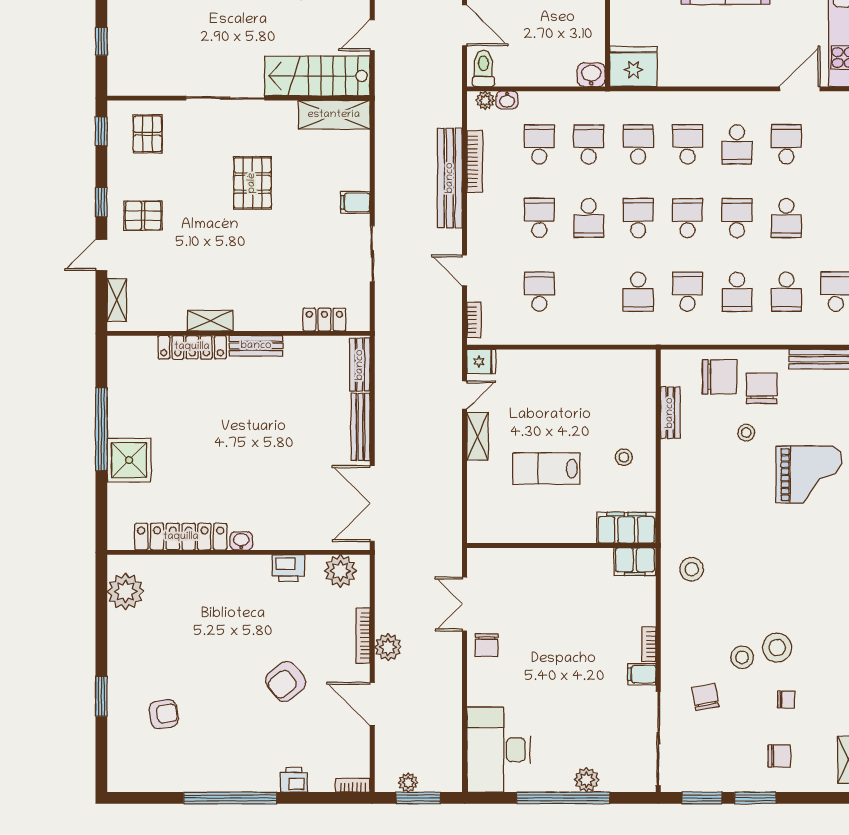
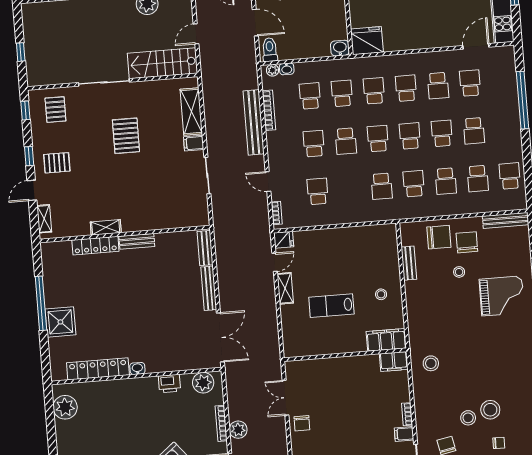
shelving: (334, 115) -> (191, 112), moved, turned 90
locker: (324, 320) -> (180, 221), removed
double door: (372, 503) -> (220, 337), swing flipped

